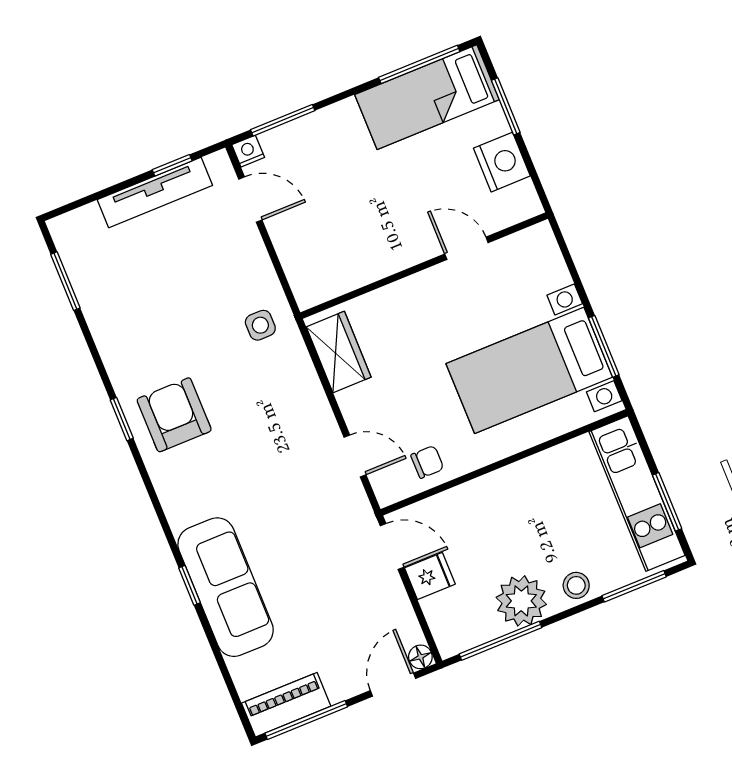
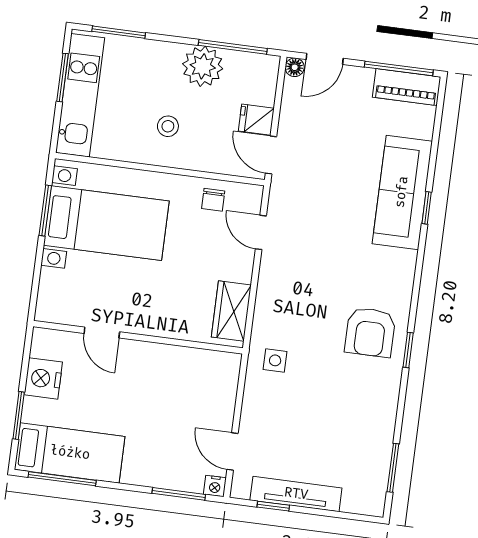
chair: (427, 462) -> (213, 200), turned -90
stool: (576, 585) -> (168, 126), moved

